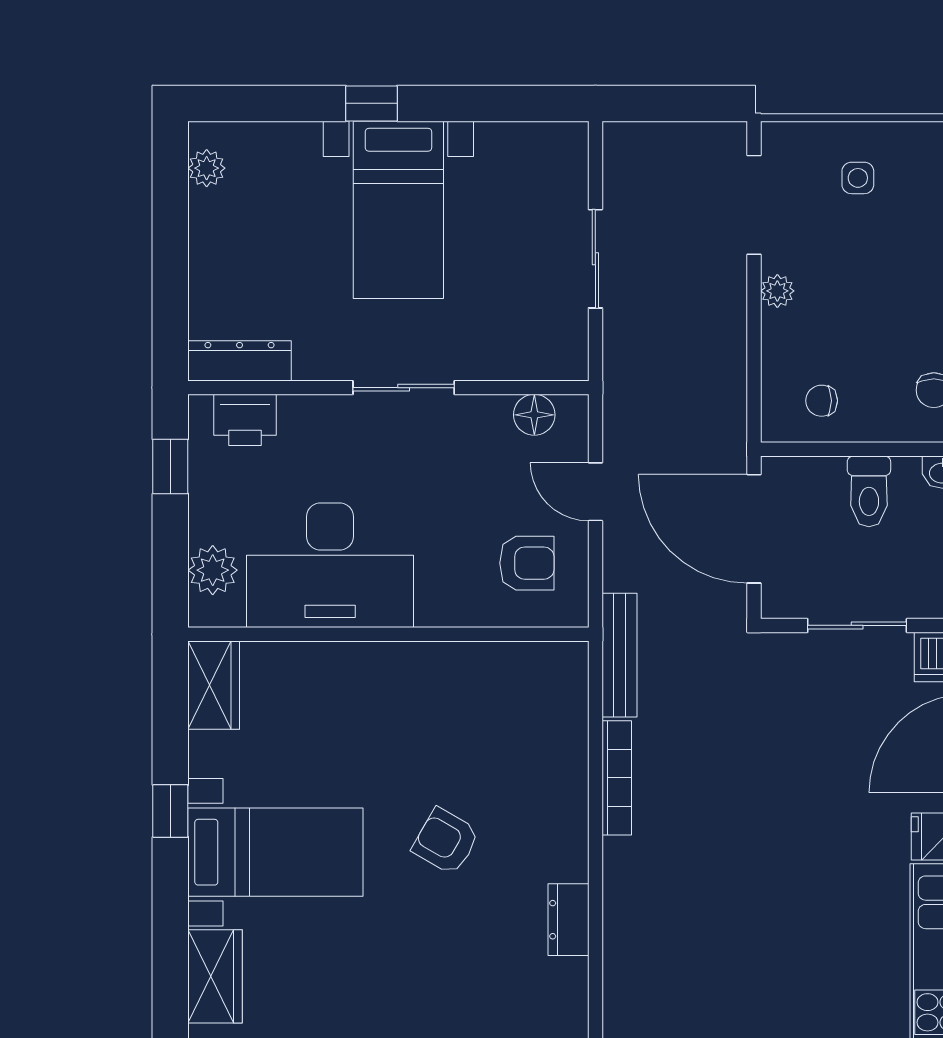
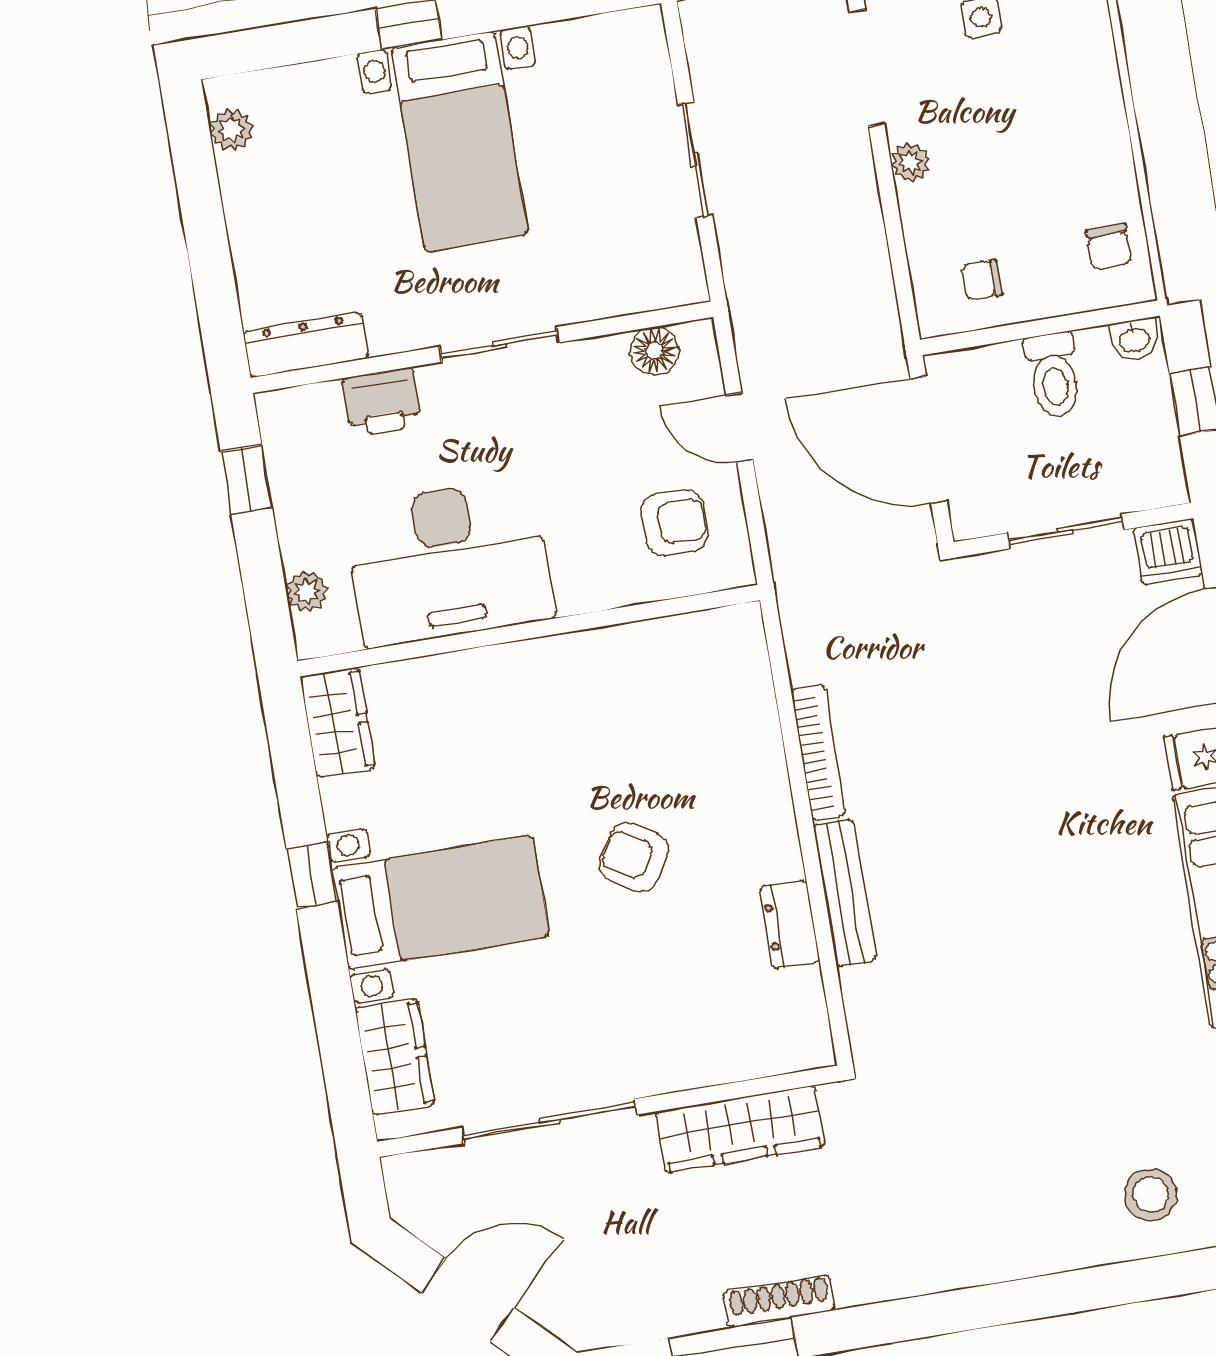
printer: (245, 420) -> (382, 402), moved
plant: (213, 570) -> (307, 592), width x0.73, depth x0.73
bench: (619, 655) -> (845, 893), moved

